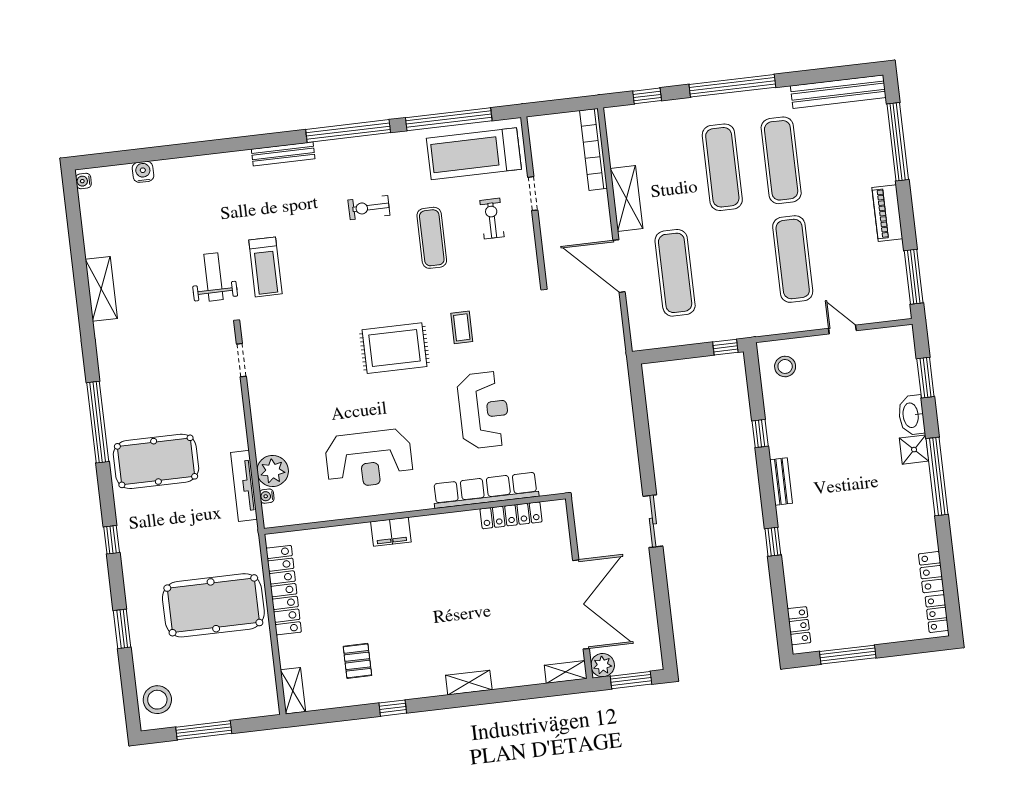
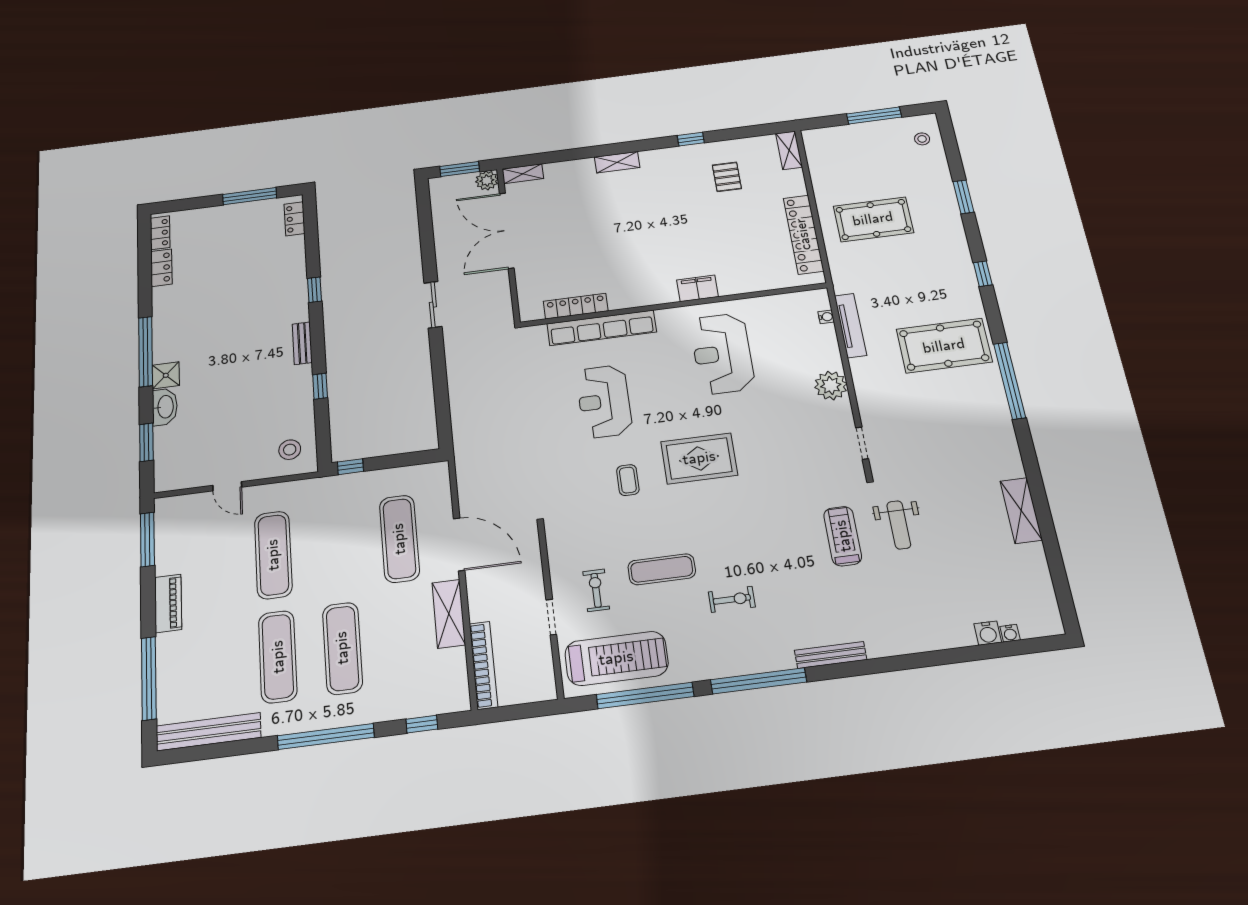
water cooler: (83, 181) -> (1010, 633), moved, turned 90
exercise bike: (492, 219) -> (596, 590), turned 180
exercise mat: (432, 238) -> (662, 569), turned 90
reception desk: (369, 459) -> (722, 354), turned -90
plant: (273, 471) -> (831, 386), moved
pool table: (213, 605) -> (873, 219), width x0.73, depth x0.76
stool: (157, 700) -> (922, 139), width x0.53, depth x0.53

